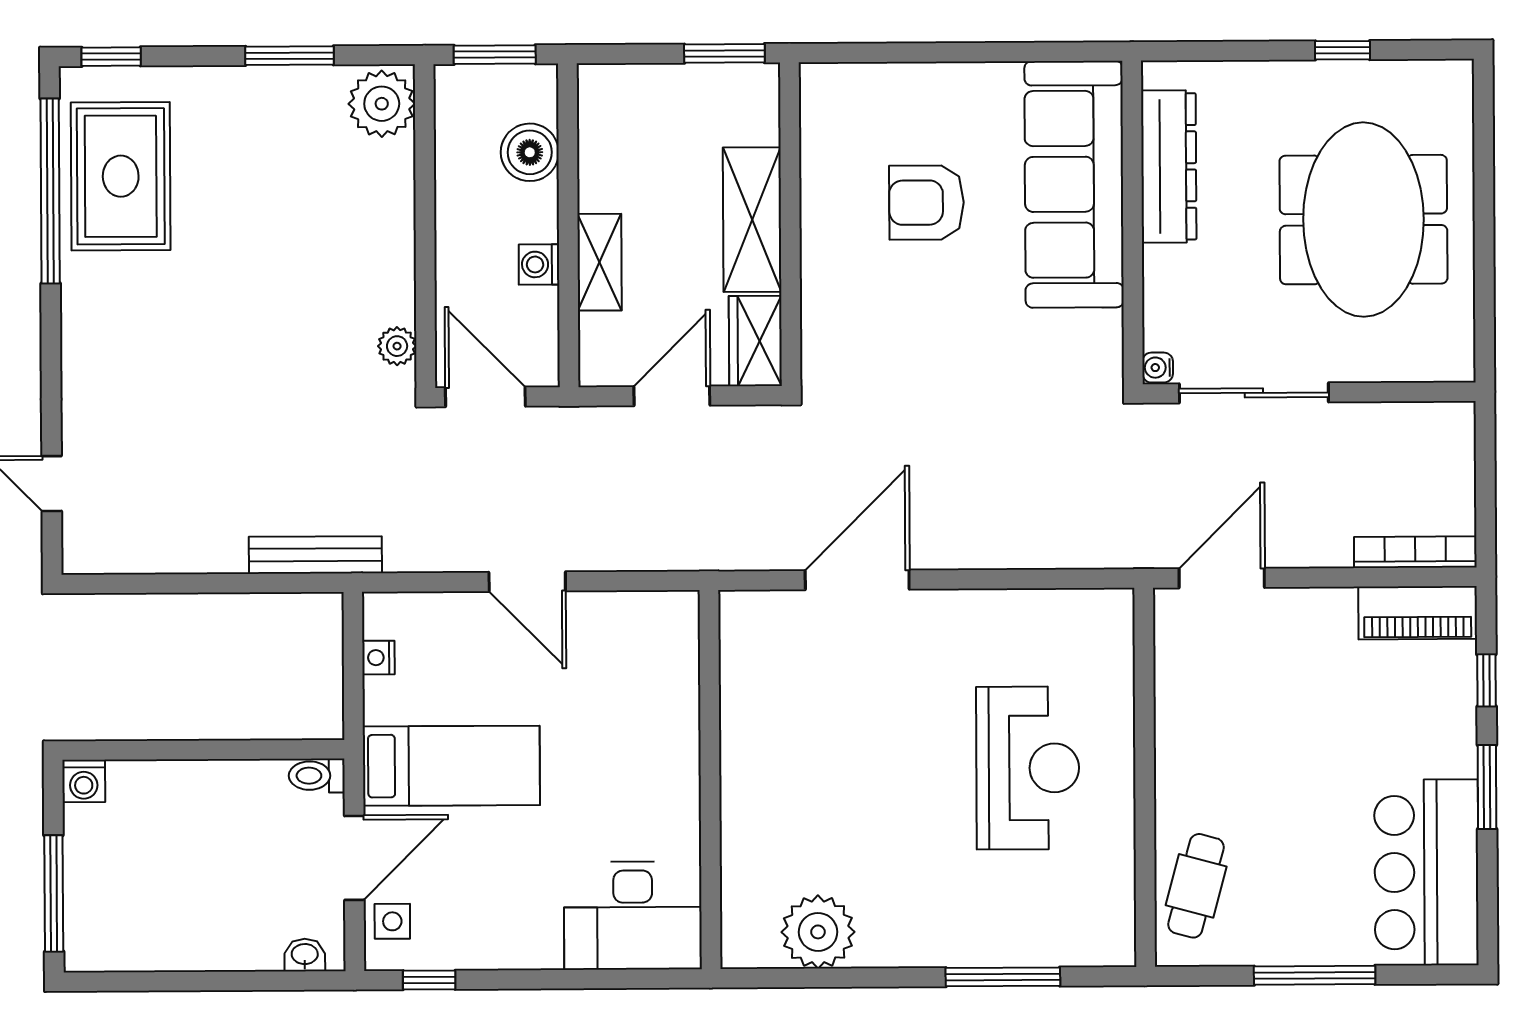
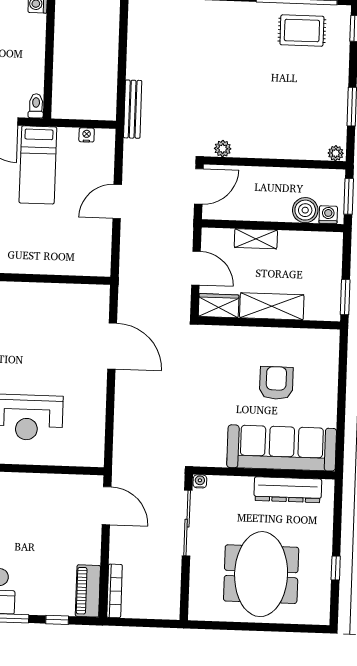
plant: (382, 104) -> (336, 153), width x0.53, depth x0.53
rug: (121, 176) -> (302, 31), width x0.73, depth x0.70
meeting table: (1363, 220) -> (261, 574), turned 90
washing machine: (539, 264) -> (328, 215), moved

